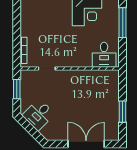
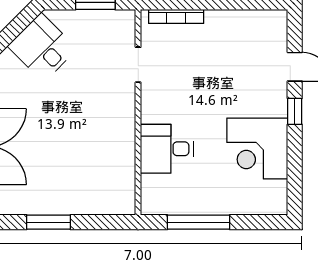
window: (123, 23) -> (199, 222), moved
desk: (104, 55) -> (167, 149), moved

